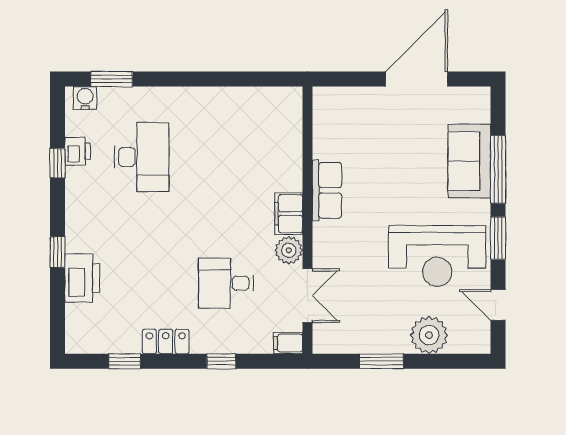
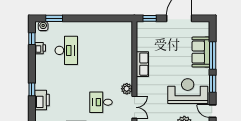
window: (344, 79) -> (150, 18), added
window: (57, 163) -> (32, 39), moved
filing cabinet: (289, 214) -> (127, 74), removed
reception desk: (437, 256) -> (188, 91), turned 180

